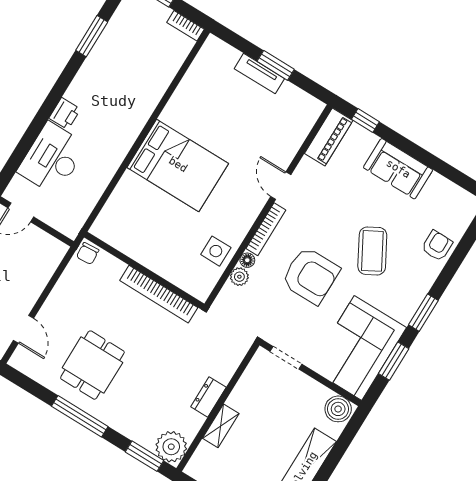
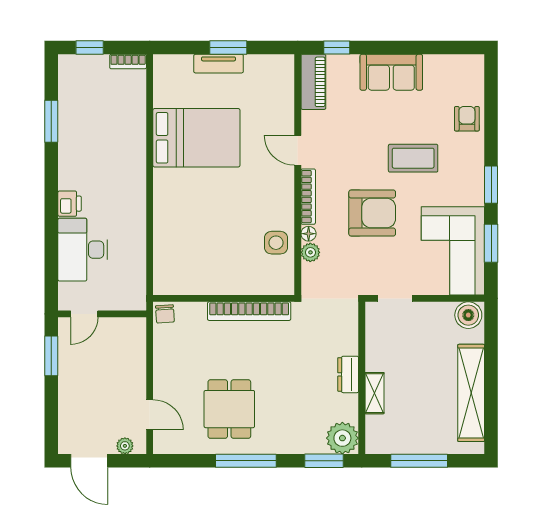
bed: (178, 165) -> (196, 138), moved
coffee table: (372, 251) -> (413, 158), turned -61

